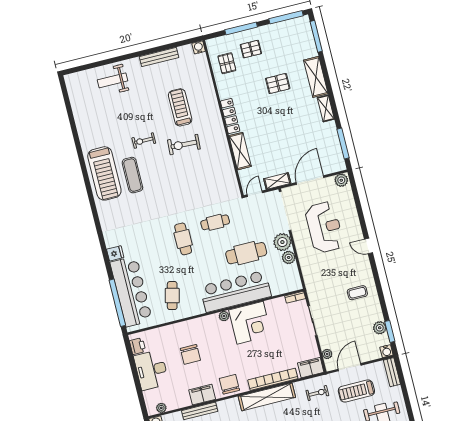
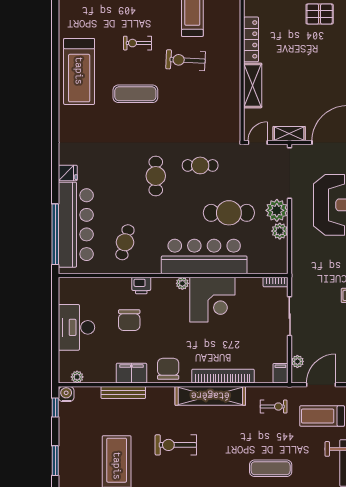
exercise mat: (132, 175) -> (135, 94), moved, turned 90
printer: (138, 346) -> (141, 285), moved, turned 90
filing cabinet: (311, 368) -> (280, 373), width x0.50

